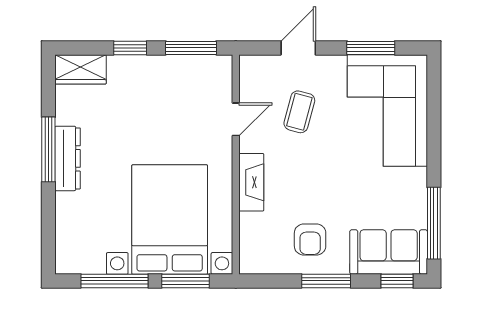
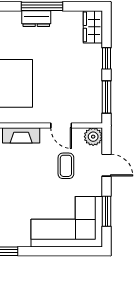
plant: (253, 69) -> (93, 137), added
coffee table: (299, 112) -> (66, 166), turned 75
dresser: (68, 158) -> (36, 19), width x0.70

